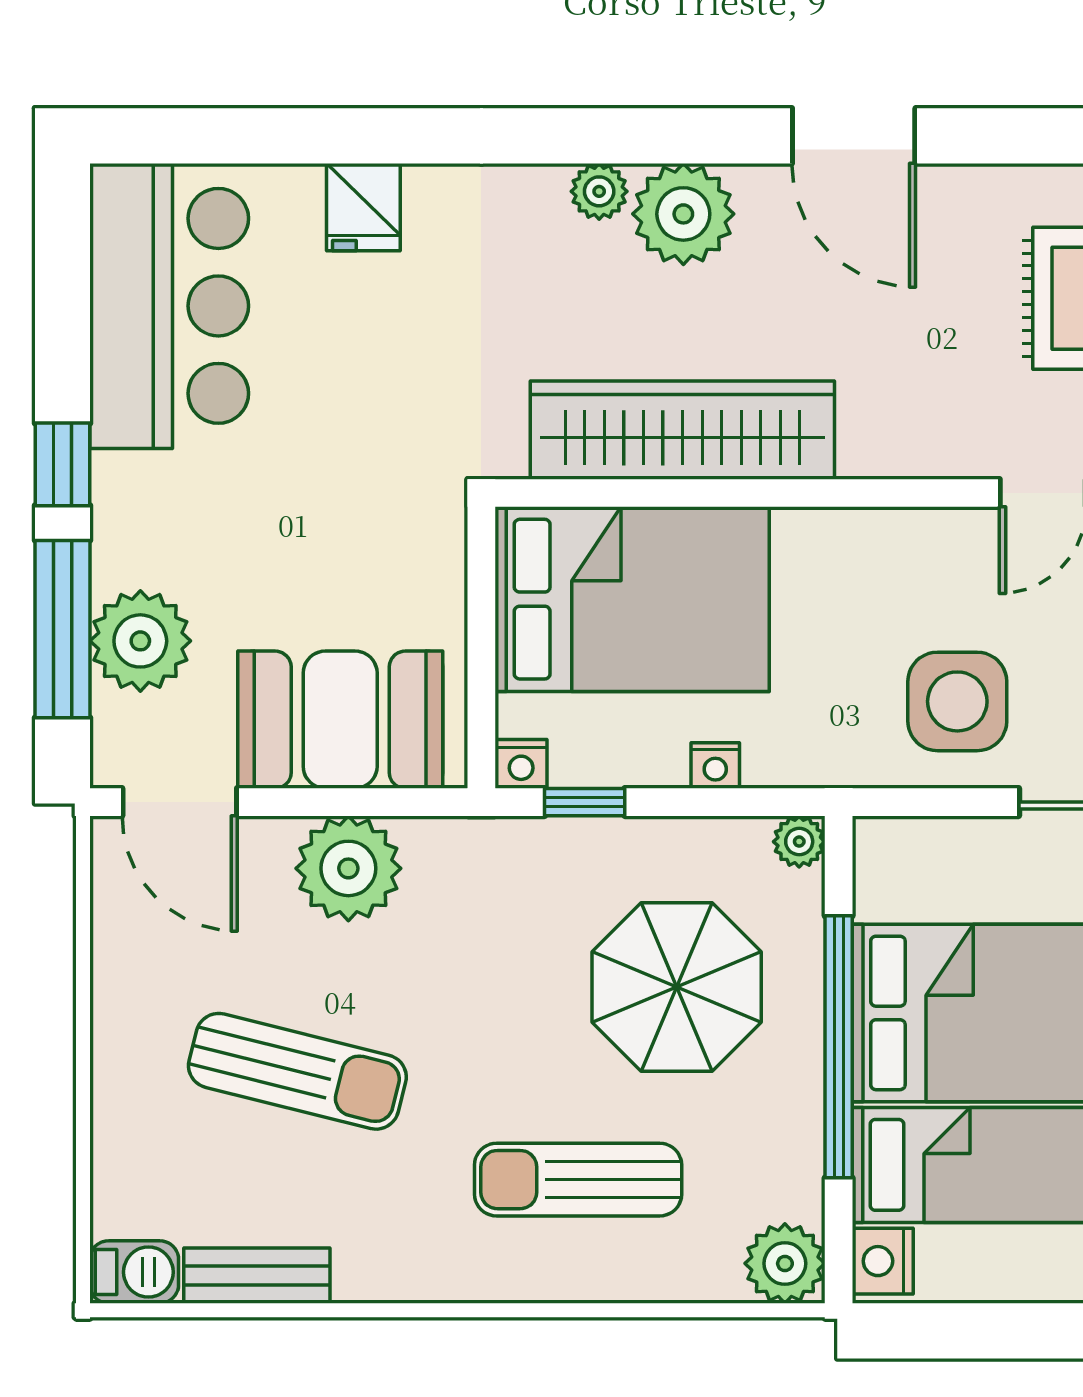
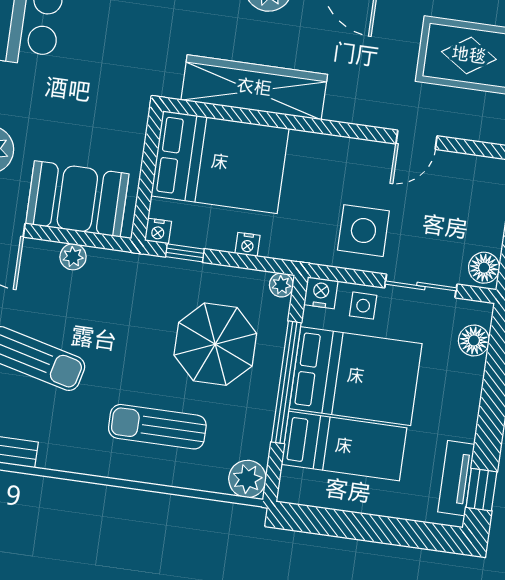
side table: (979, 861) -> (363, 306), added
plant: (348, 868) -> (73, 257), width x0.53, depth x0.53
nightstand: (883, 1261) -> (321, 293), moved, turned 90

